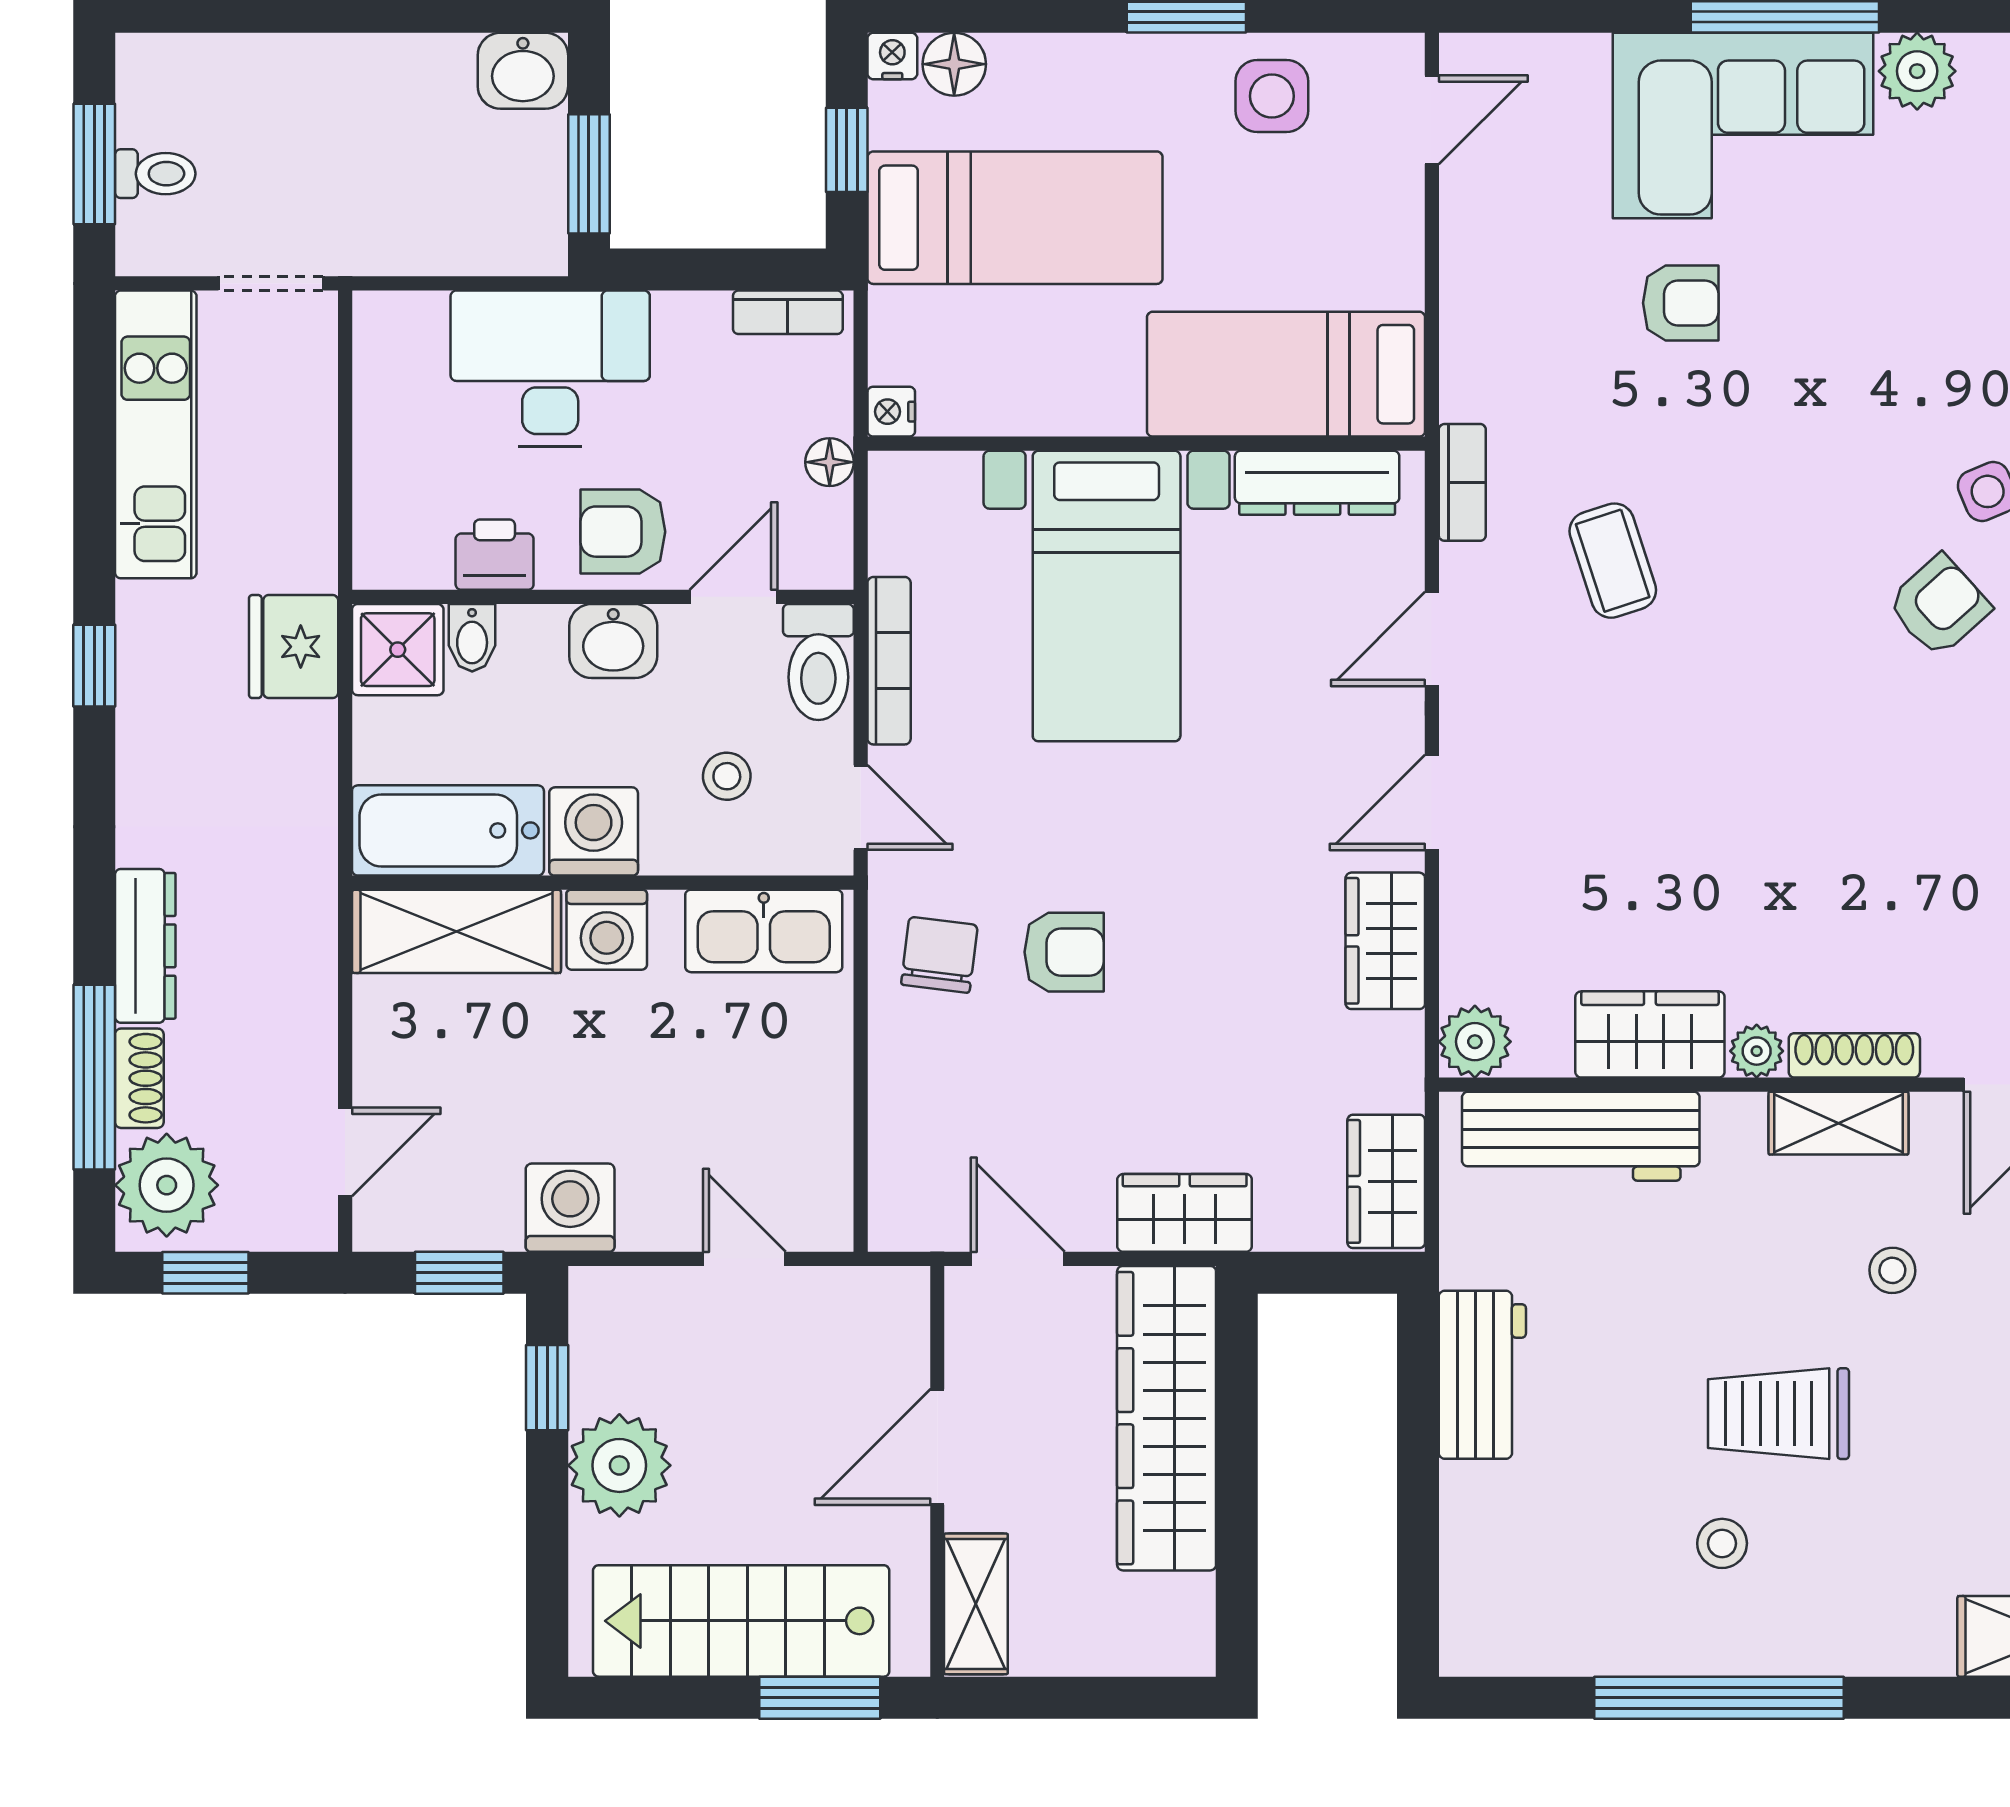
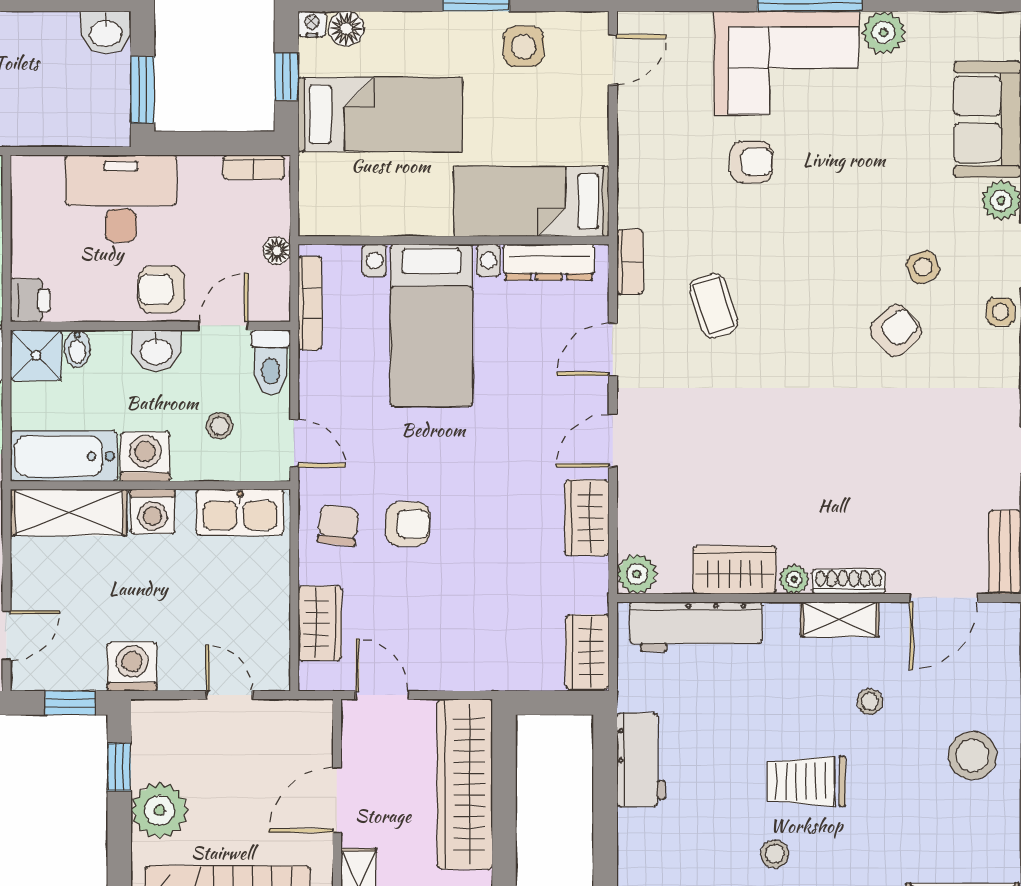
nightstand: (891, 412) -> (311, 222), removed
printer: (495, 555) -> (30, 300), moved, turned 90
bookcase: (889, 661) -> (310, 303), moved
wardrobe: (1185, 1213) -> (320, 623), moved, turned 90

